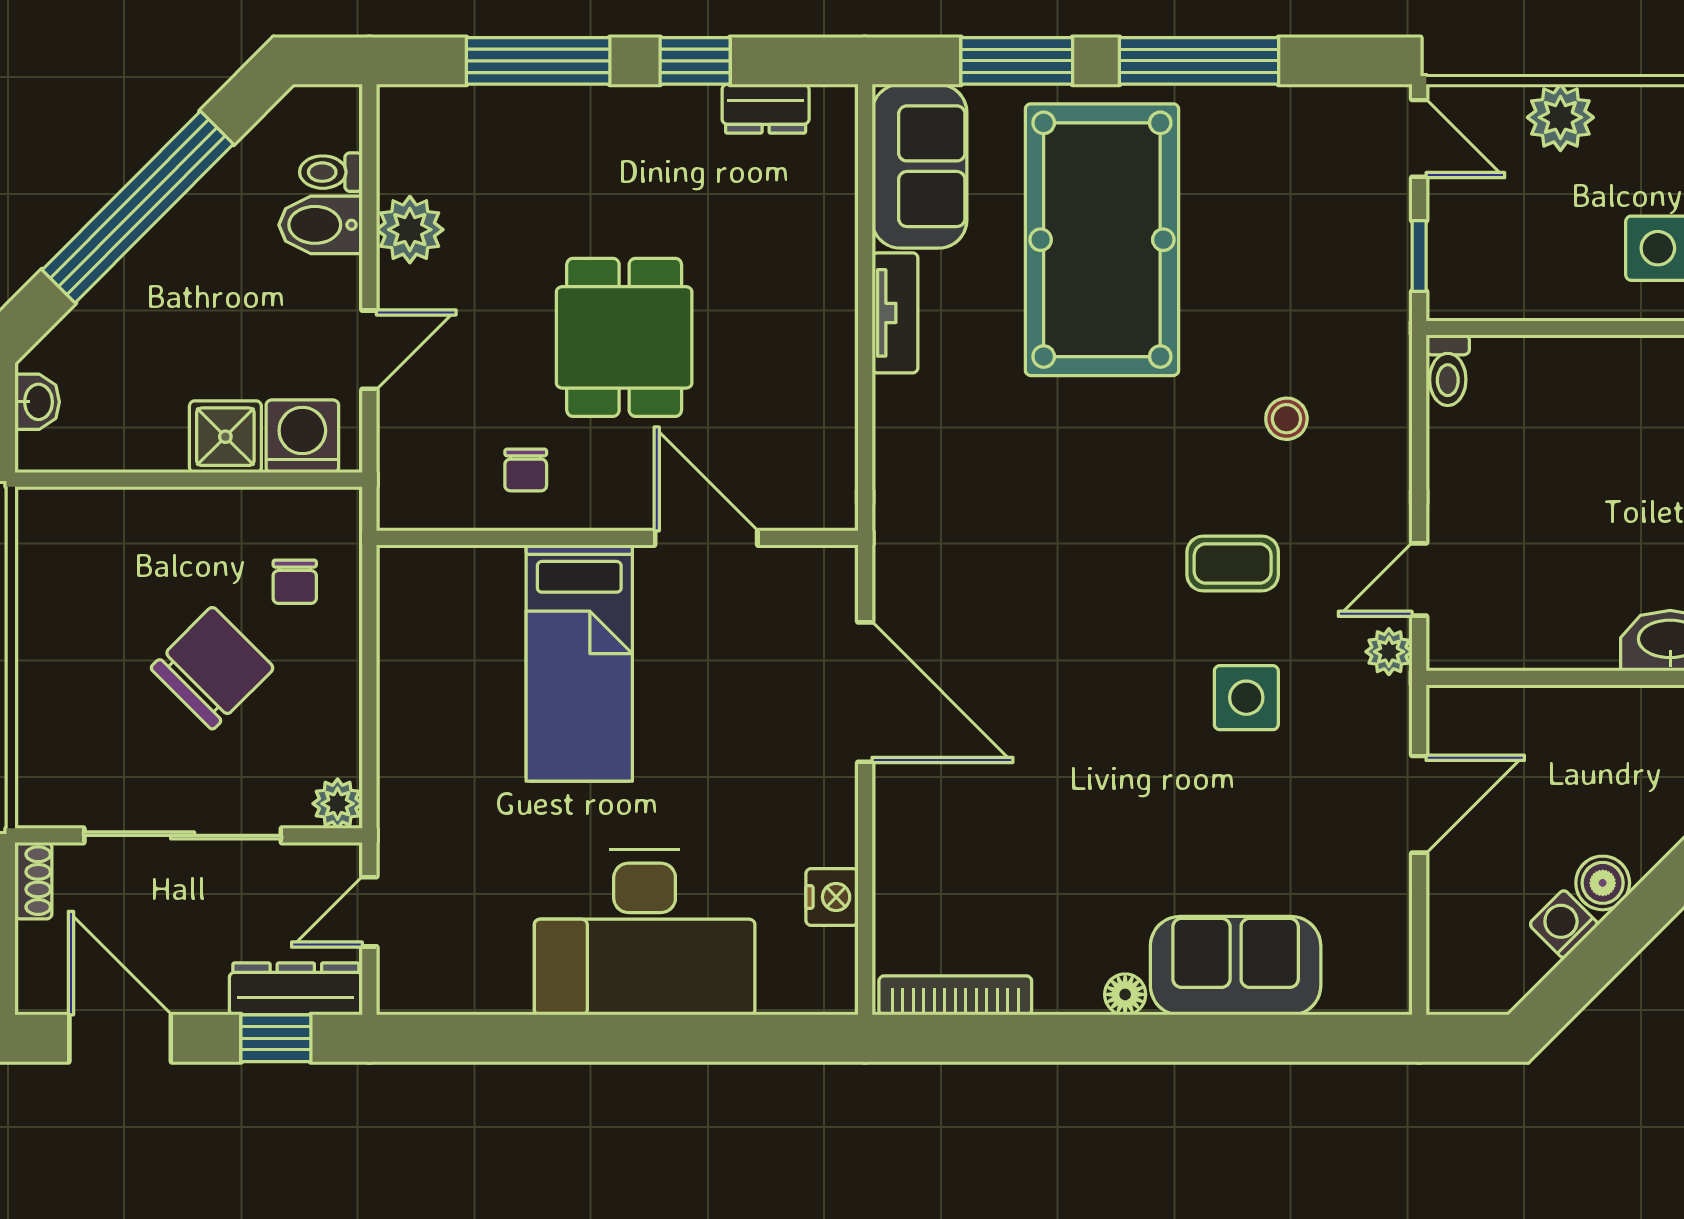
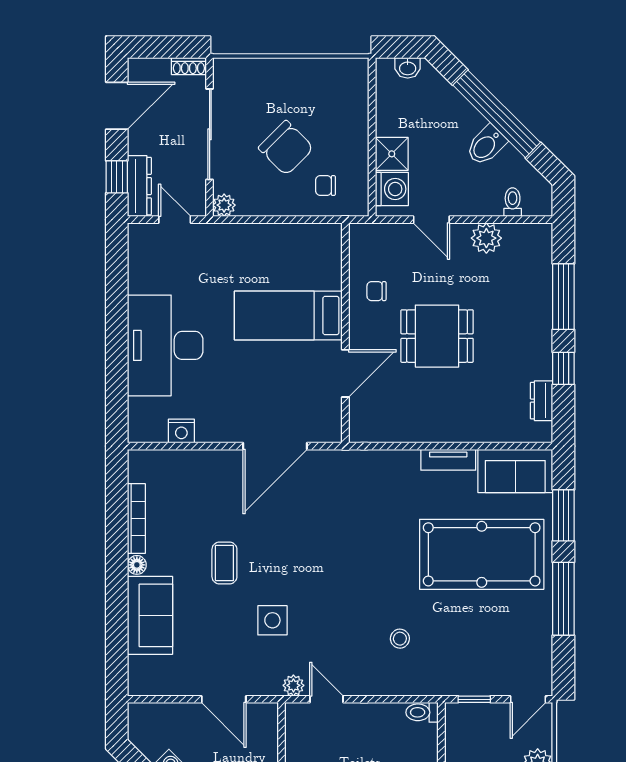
bidet: (321, 225) -> (486, 145), moved, turned -135
coffee table: (1233, 563) -> (224, 563), moved
bookcase: (955, 995) -> (136, 519), moved

